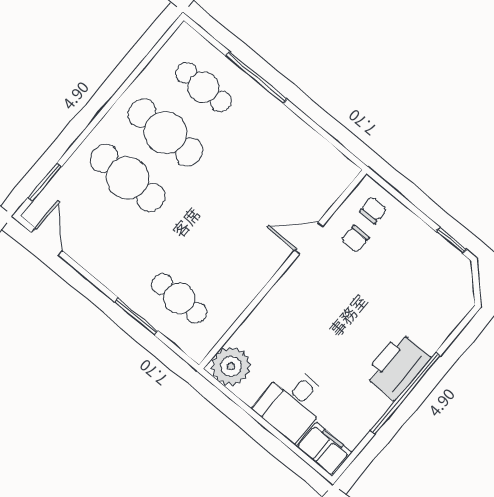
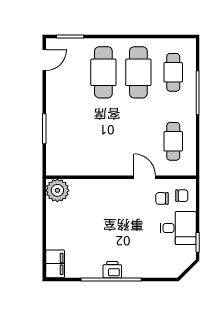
cafe table: (179, 298) -> (173, 141), moved
printer: (397, 366) -> (112, 270), width x0.53, depth x0.68
desk: (292, 403) -> (178, 228), moved, turned 180

